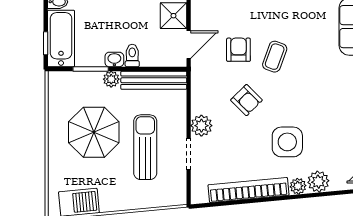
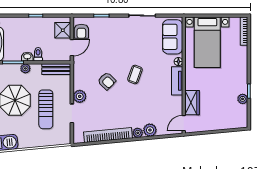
armchair: (238, 50) -> (81, 31), moved, turned 180
coffee table: (275, 57) -> (135, 75), moved
bench: (154, 80) -> (56, 69), width x0.73
side table: (287, 142) -> (131, 106), removed
sun lounger: (145, 147) -> (46, 109), turned 180

